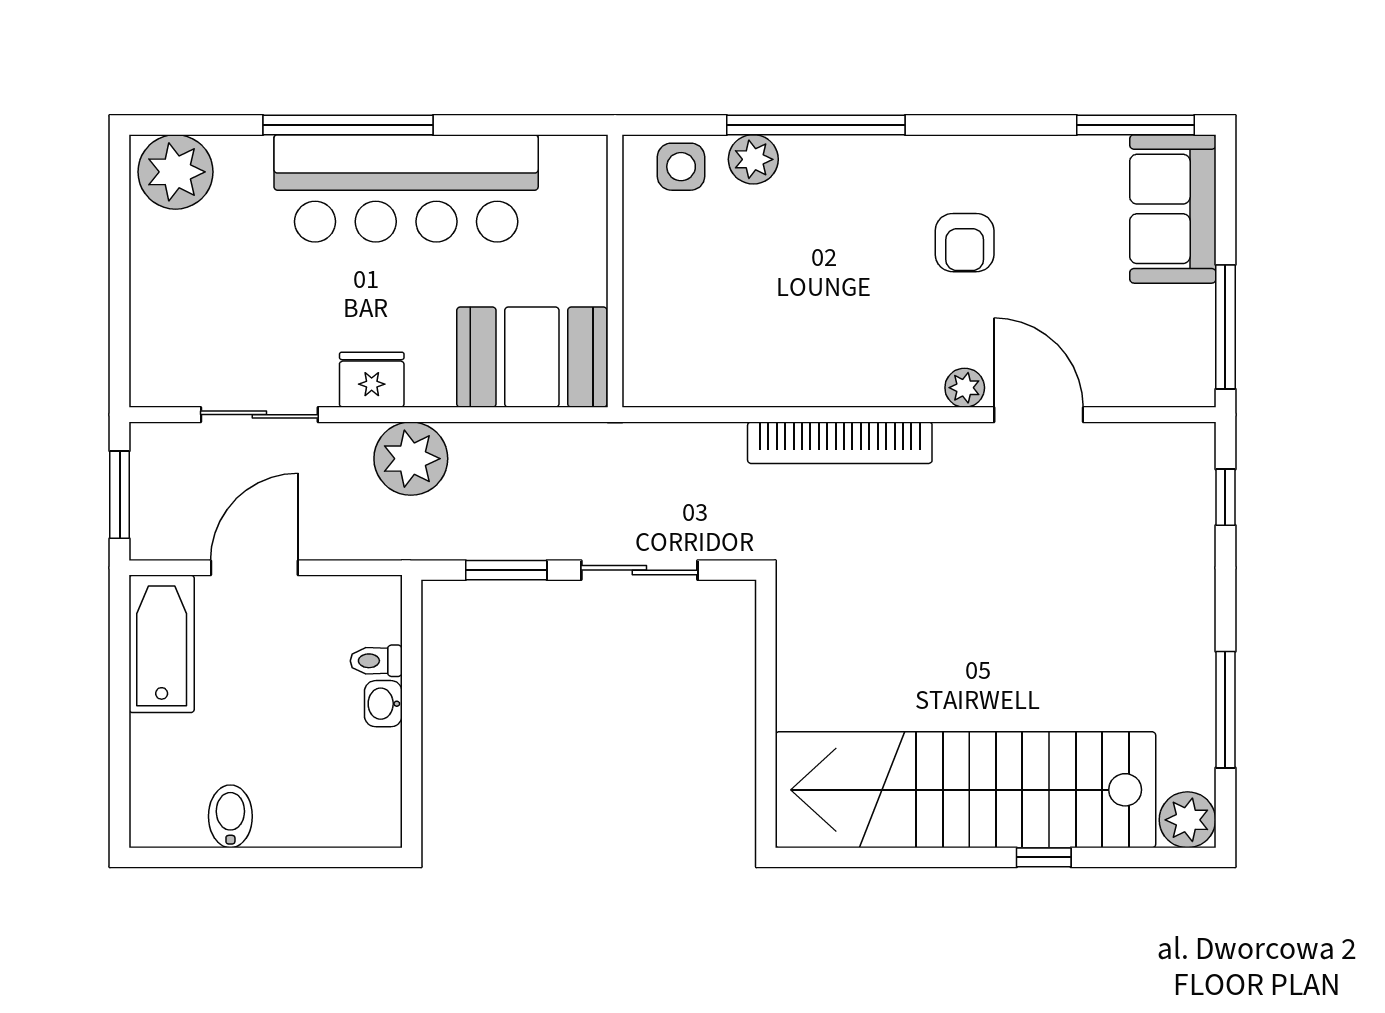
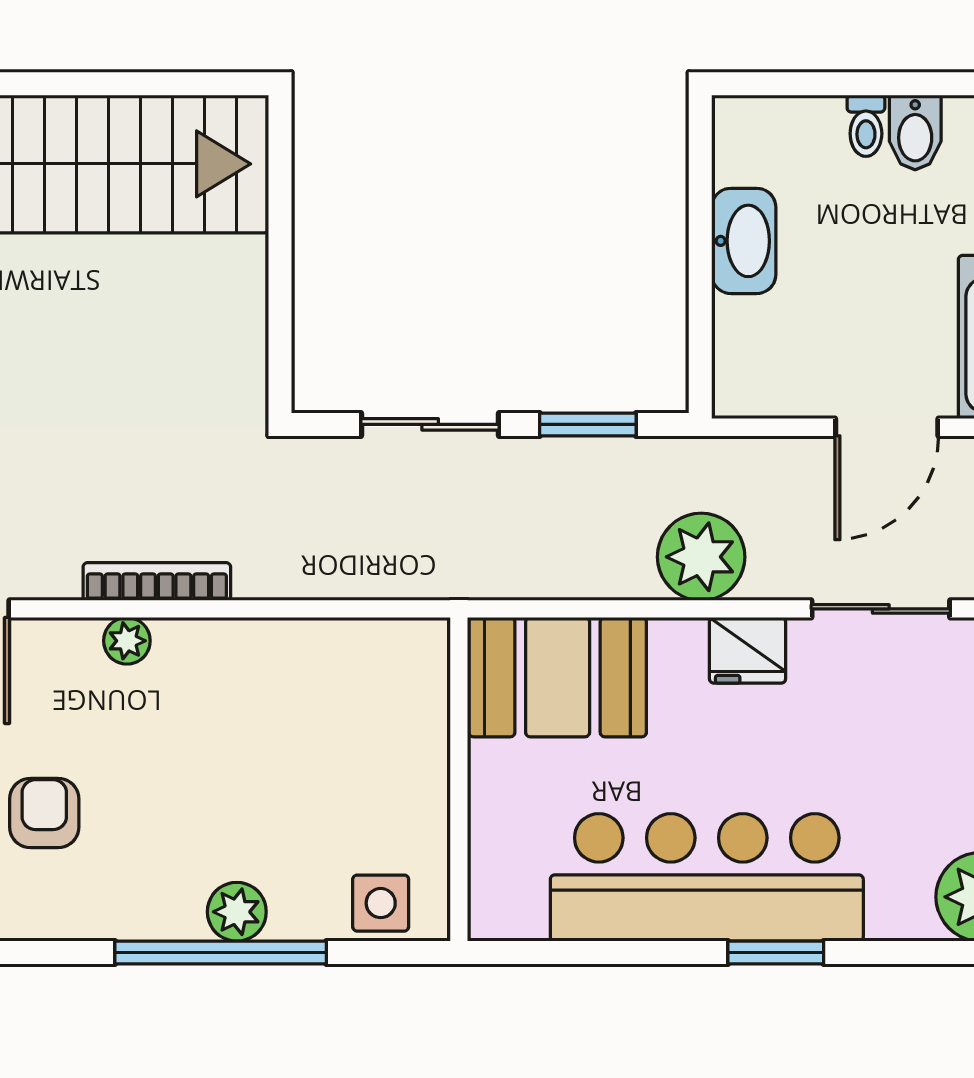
window: (348, 125) -> (776, 953), width x0.47
plant: (753, 159) -> (237, 912), moved
plant: (965, 388) -> (127, 641), moved
bookcase: (840, 443) -> (157, 582), width x0.68, depth x0.76
toilet: (376, 661) -> (866, 126), moved, turned 90
washbasin: (383, 704) -> (744, 241), width x1.91, depth x1.45

